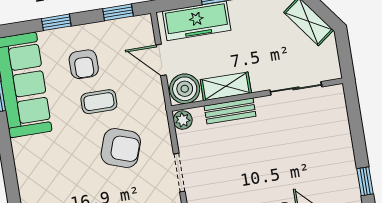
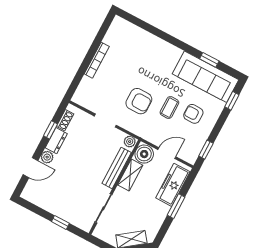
window: (56, 22) -> (232, 101), moved
bench: (230, 111) -> (117, 168), width x1.36
armchair: (121, 148) -> (139, 101), turned -109
window: (365, 181) -> (60, 222), moved

